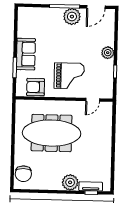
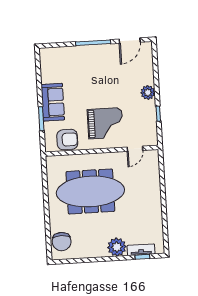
plant: (72, 17) -> (103, 54), removed
armchair: (36, 87) -> (67, 140), turned 180

